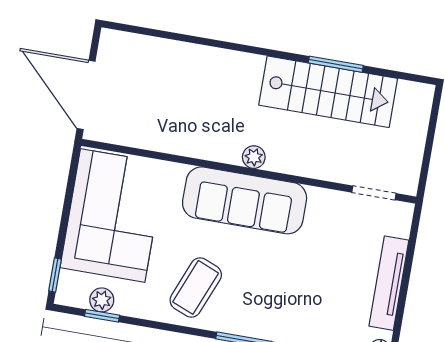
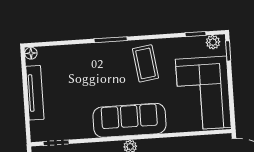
coffee table: (196, 287) -> (145, 63), turned -30
plant: (102, 300) -> (213, 42), moved

